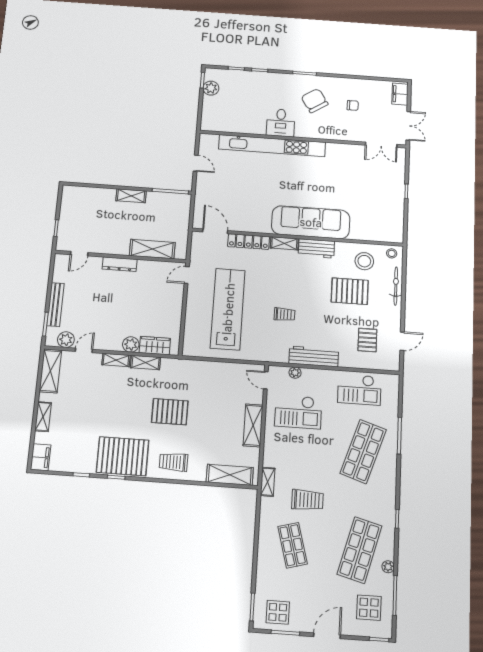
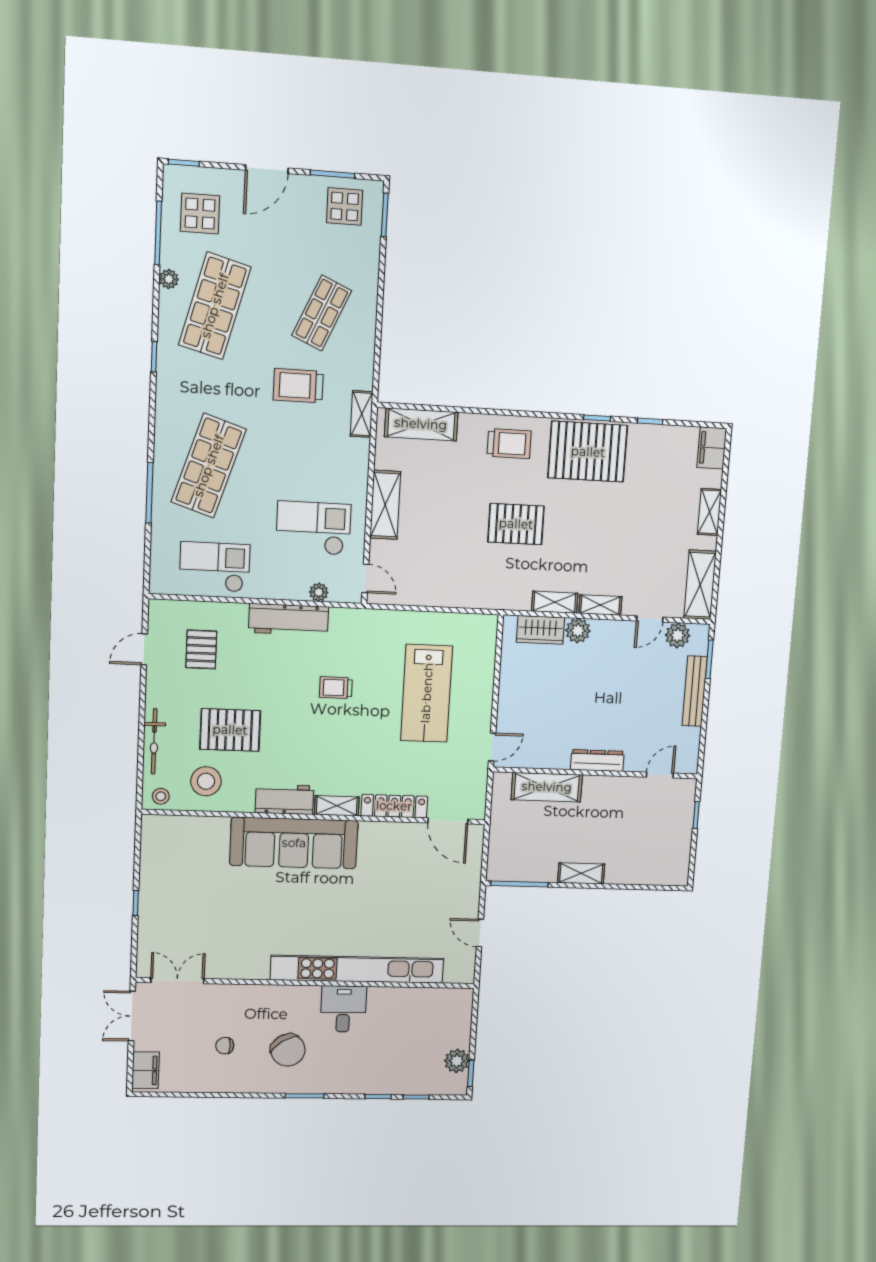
lab bench: (228, 309) -> (427, 693), width x0.73
shop shelf: (293, 545) -> (322, 313), turned 39

